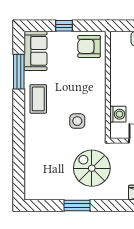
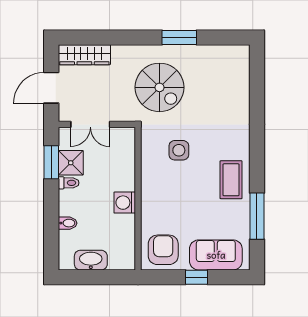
armchair: (89, 46) -> (163, 250), turned -90
sofa: (35, 51) -> (216, 255), moved, turned 90
washing machine: (118, 114) -> (125, 203), moved

